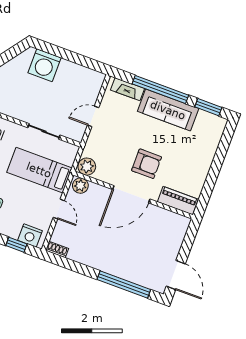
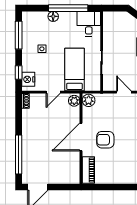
armchair: (147, 164) -> (105, 140), turned 90
door: (131, 194) -> (81, 137), hinge flipped

